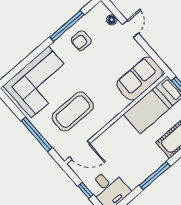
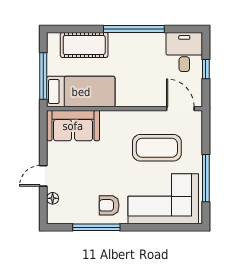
armchair: (81, 41) -> (109, 205), moved, turned 180
window: (37, 134) -> (206, 178), moved
window: (155, 176) -> (134, 29), width x1.46

